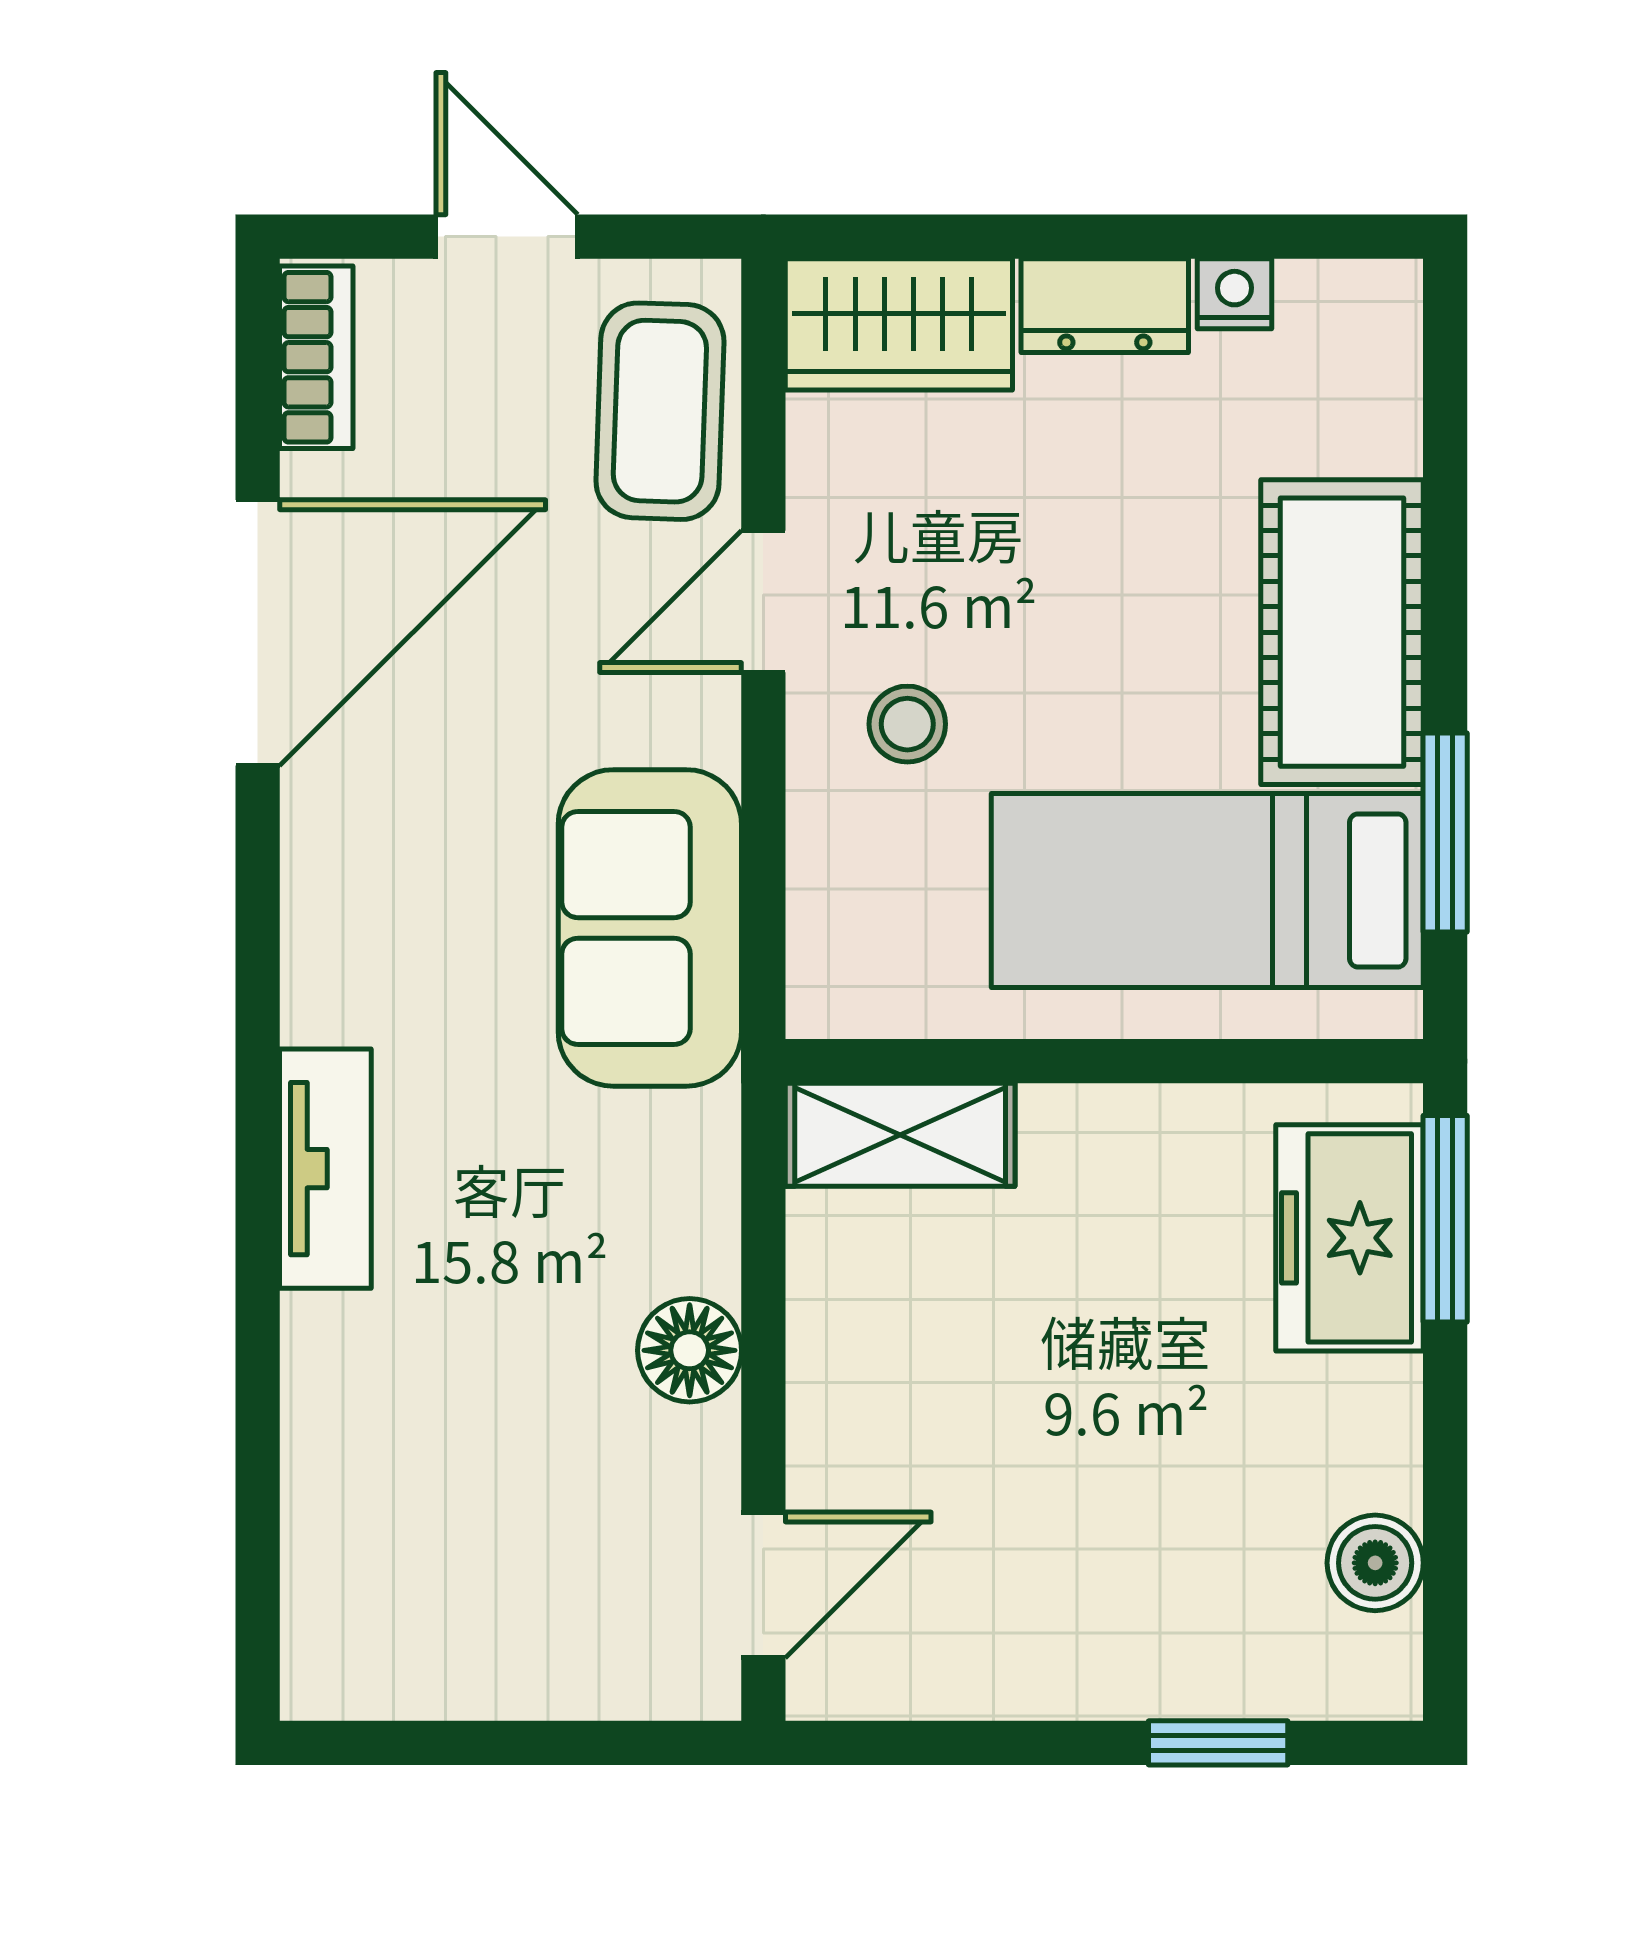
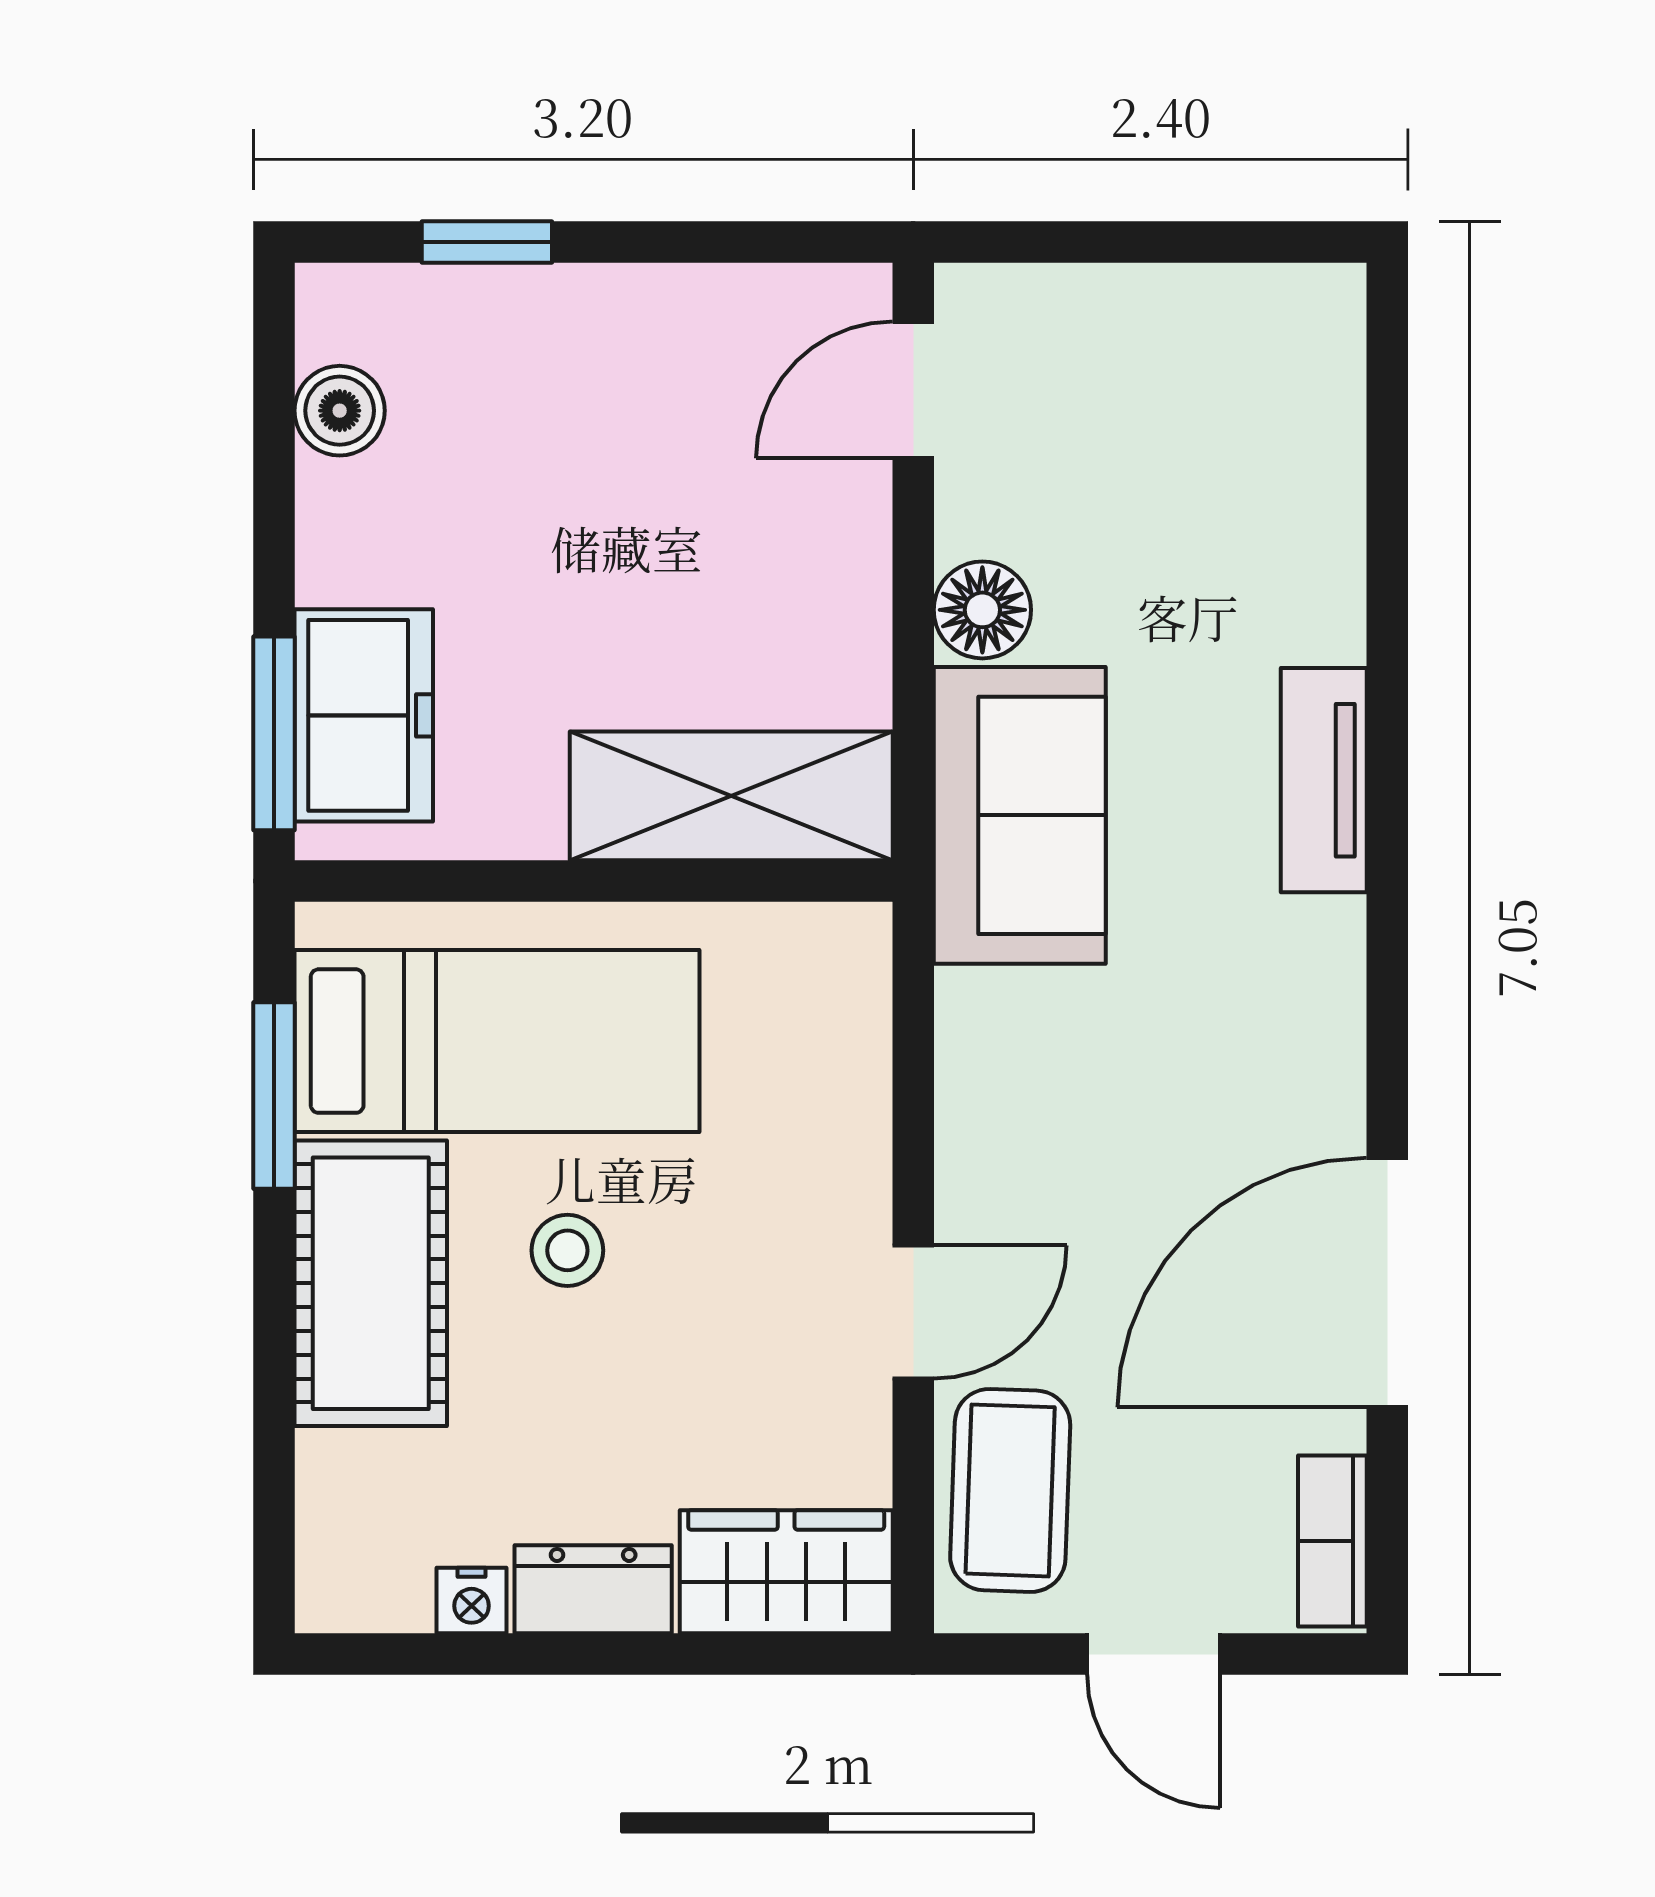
stool: (907, 724) -> (567, 1250), moved
sofa: (650, 928) -> (1020, 815), moved
shelving: (900, 1135) -> (731, 796), width x1.50, depth x1.33

